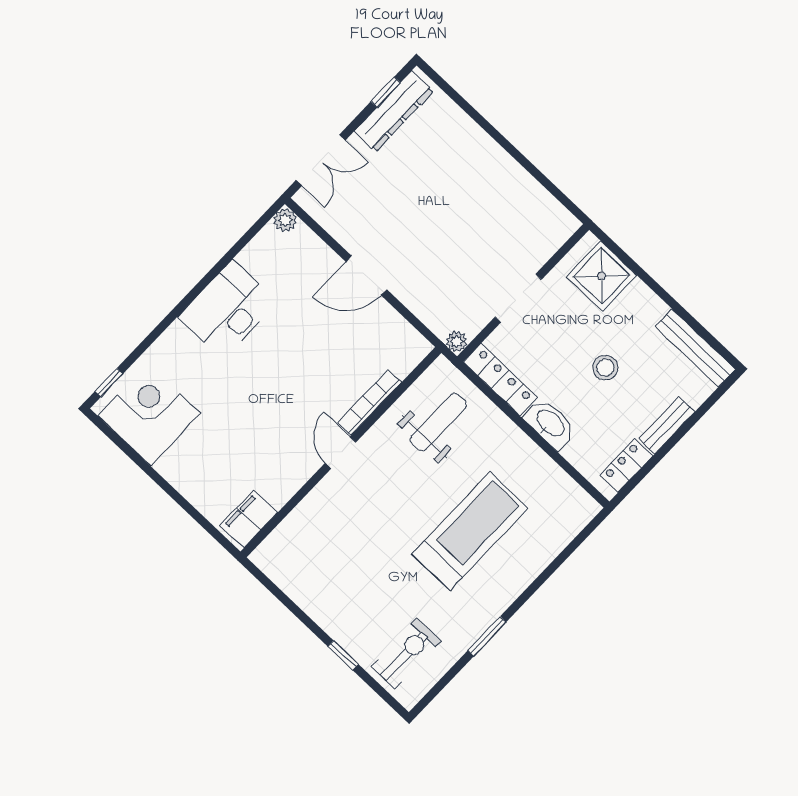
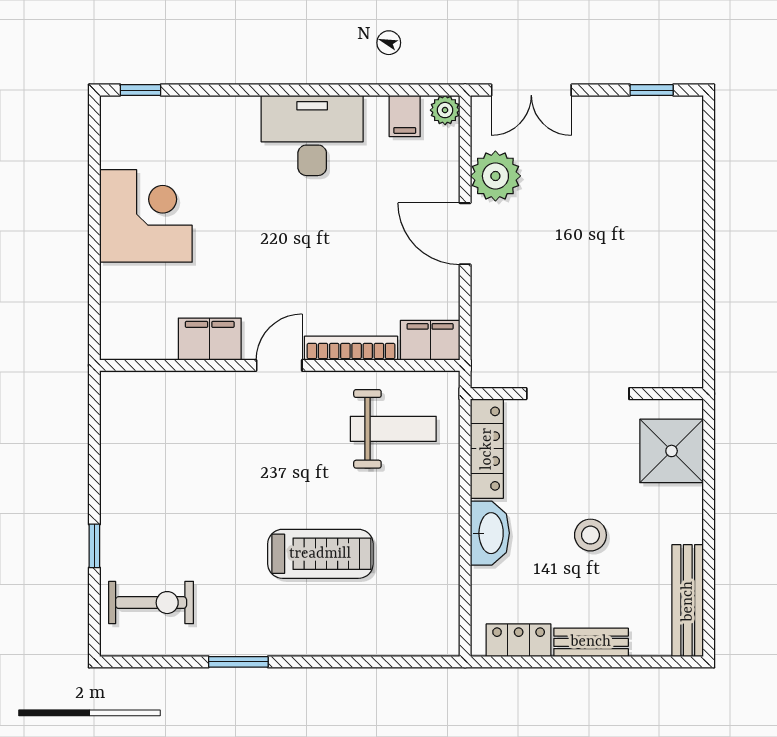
dresser: (394, 111) -> (641, 114), removed
filing cabinet: (267, 246) -> (405, 116), added
doorway: (518, 298) -> (578, 394), width x1.36
plant: (457, 342) -> (495, 176), moved, width x1.87, depth x1.87
filing cabinet: (408, 353) -> (430, 340), added
corner desk: (149, 415) -> (146, 216), moved
filing cabinet: (249, 519) -> (210, 339), moved
treadmill: (470, 531) -> (320, 554), width x0.73, depth x0.73

